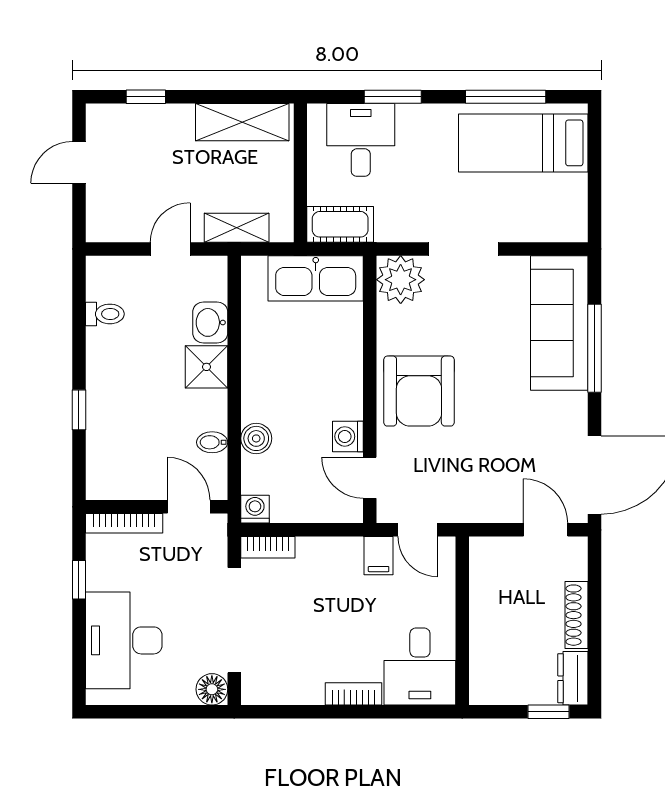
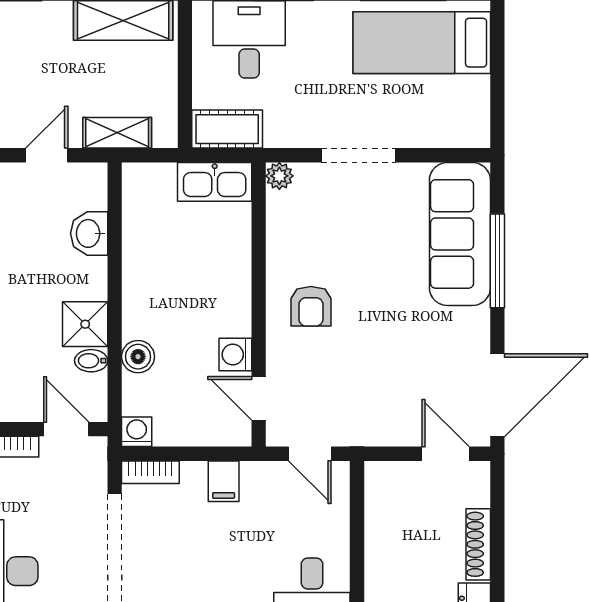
kitchen sink: (316, 278) -> (215, 182), width x0.73, depth x0.81
plant: (401, 280) -> (279, 176), width x0.53, depth x0.53
shower: (206, 367) -> (85, 324), moved
armchair: (419, 391) -> (311, 306), width x0.53, depth x0.53
filing cabinet: (379, 556) -> (224, 481), moved

